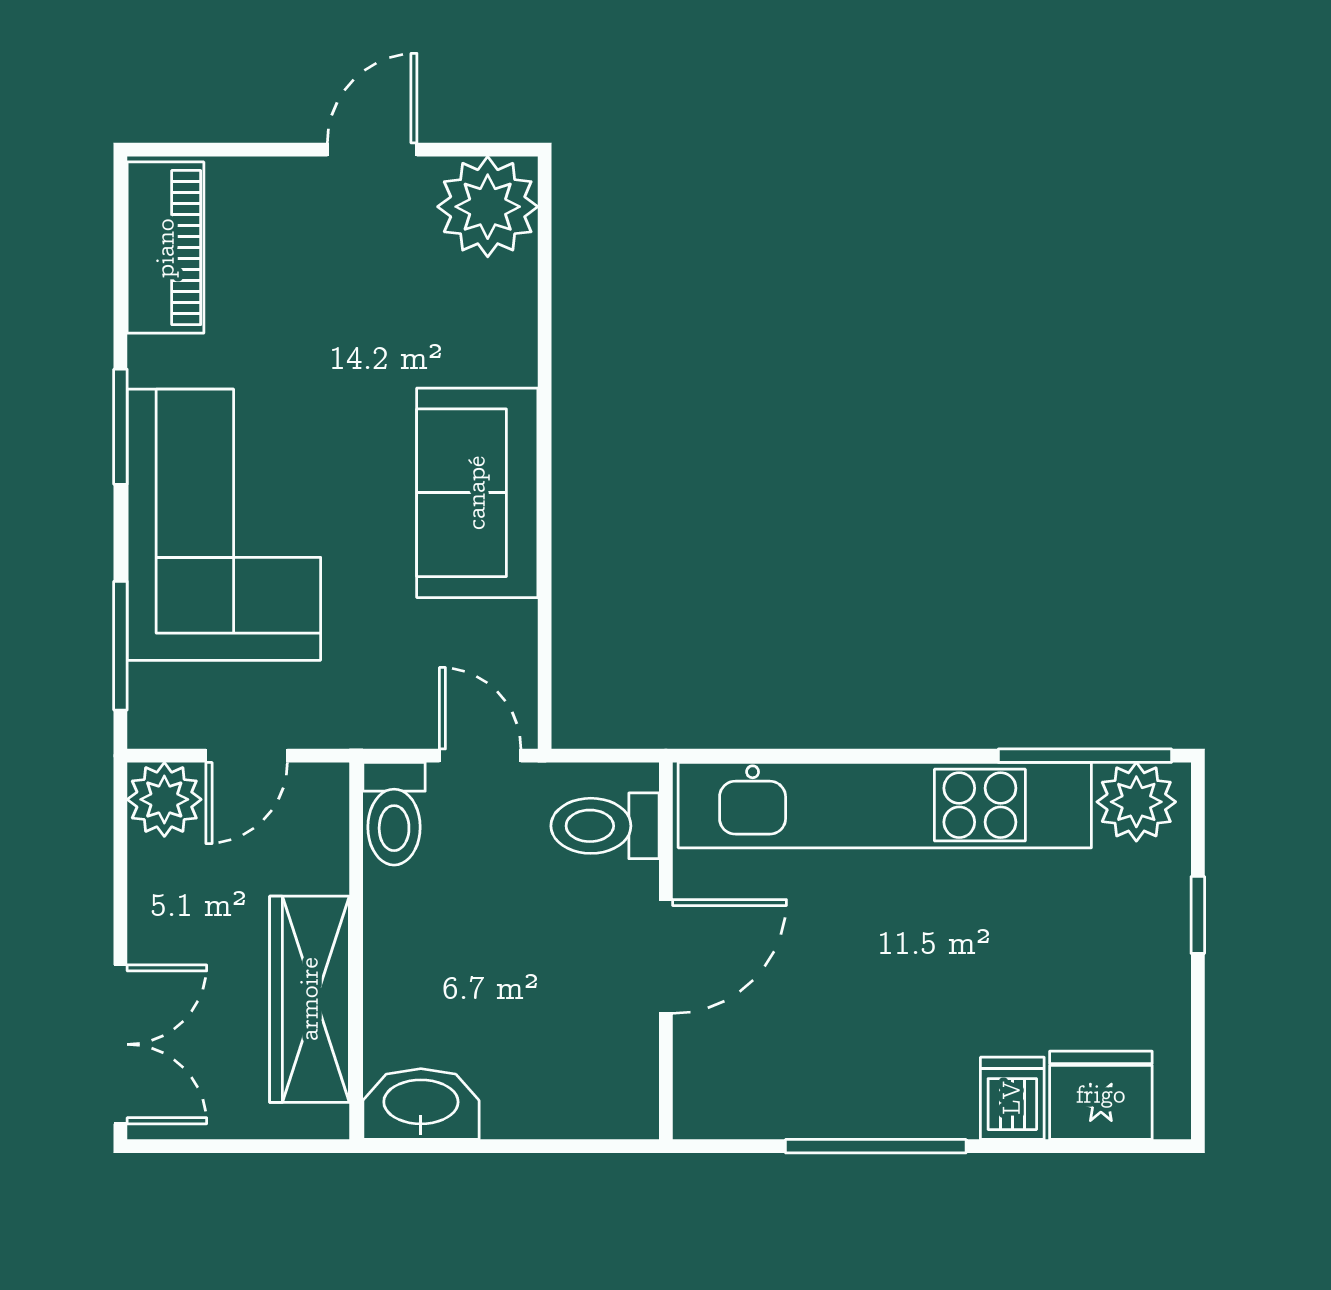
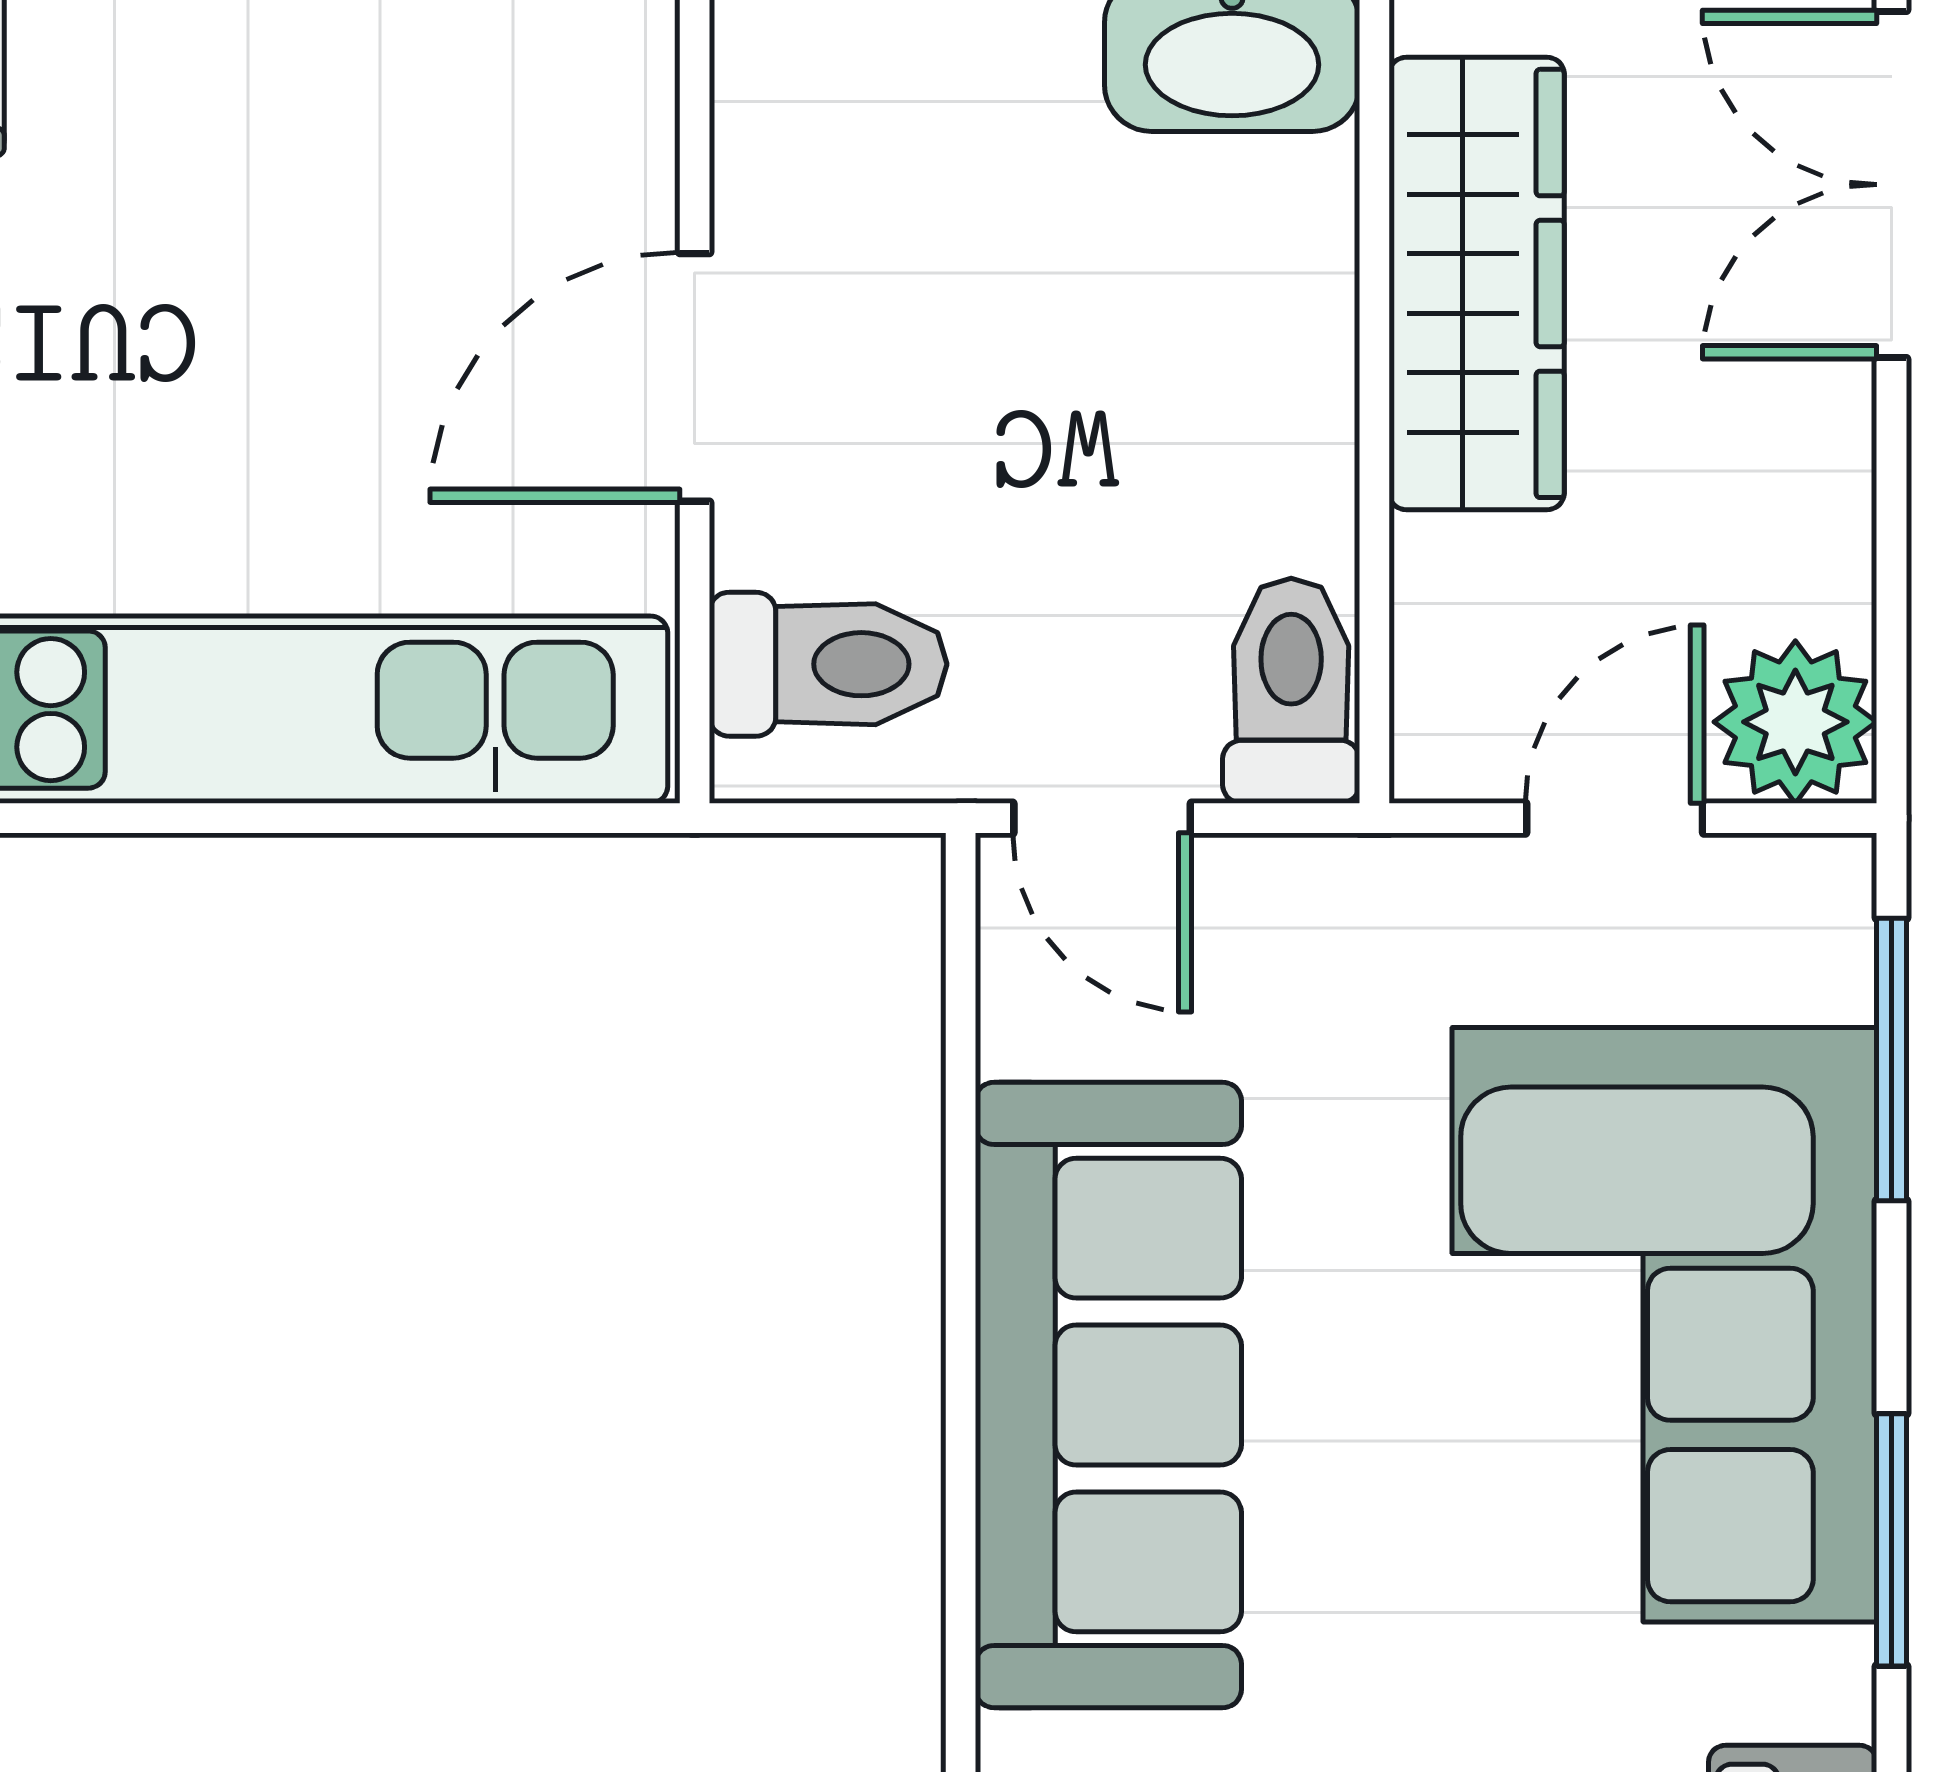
sofa: (477, 493) -> (1108, 1395), width x1.36

